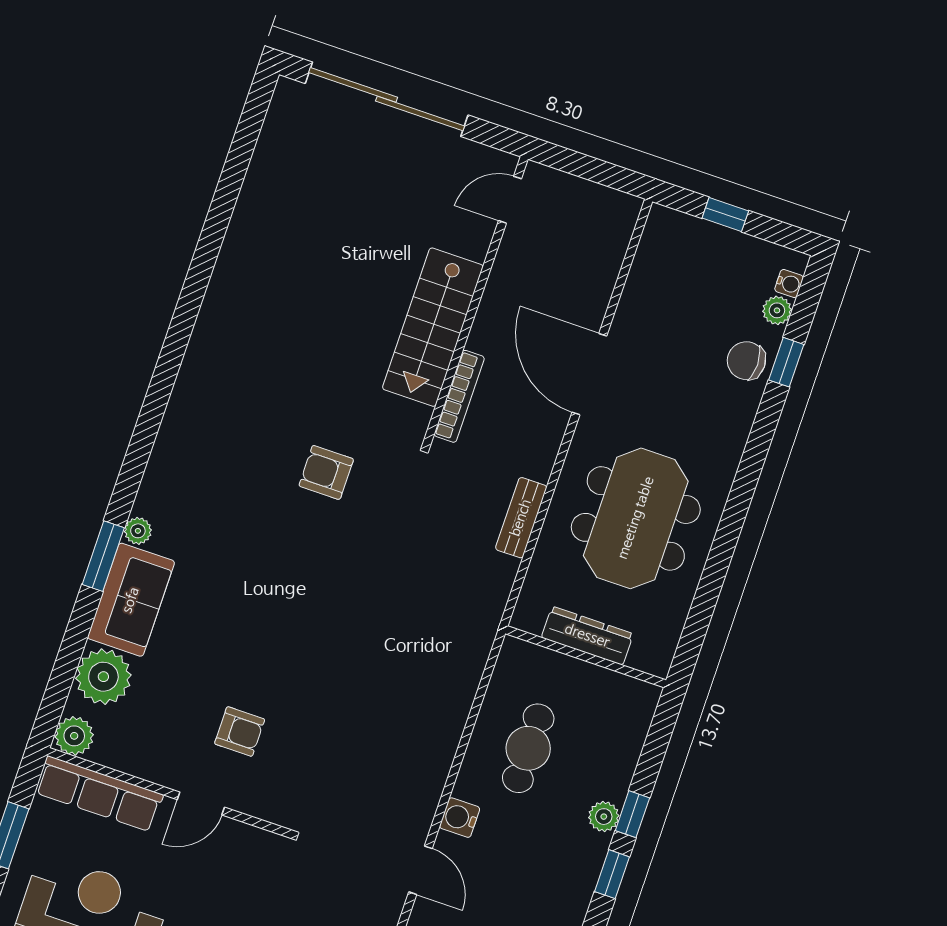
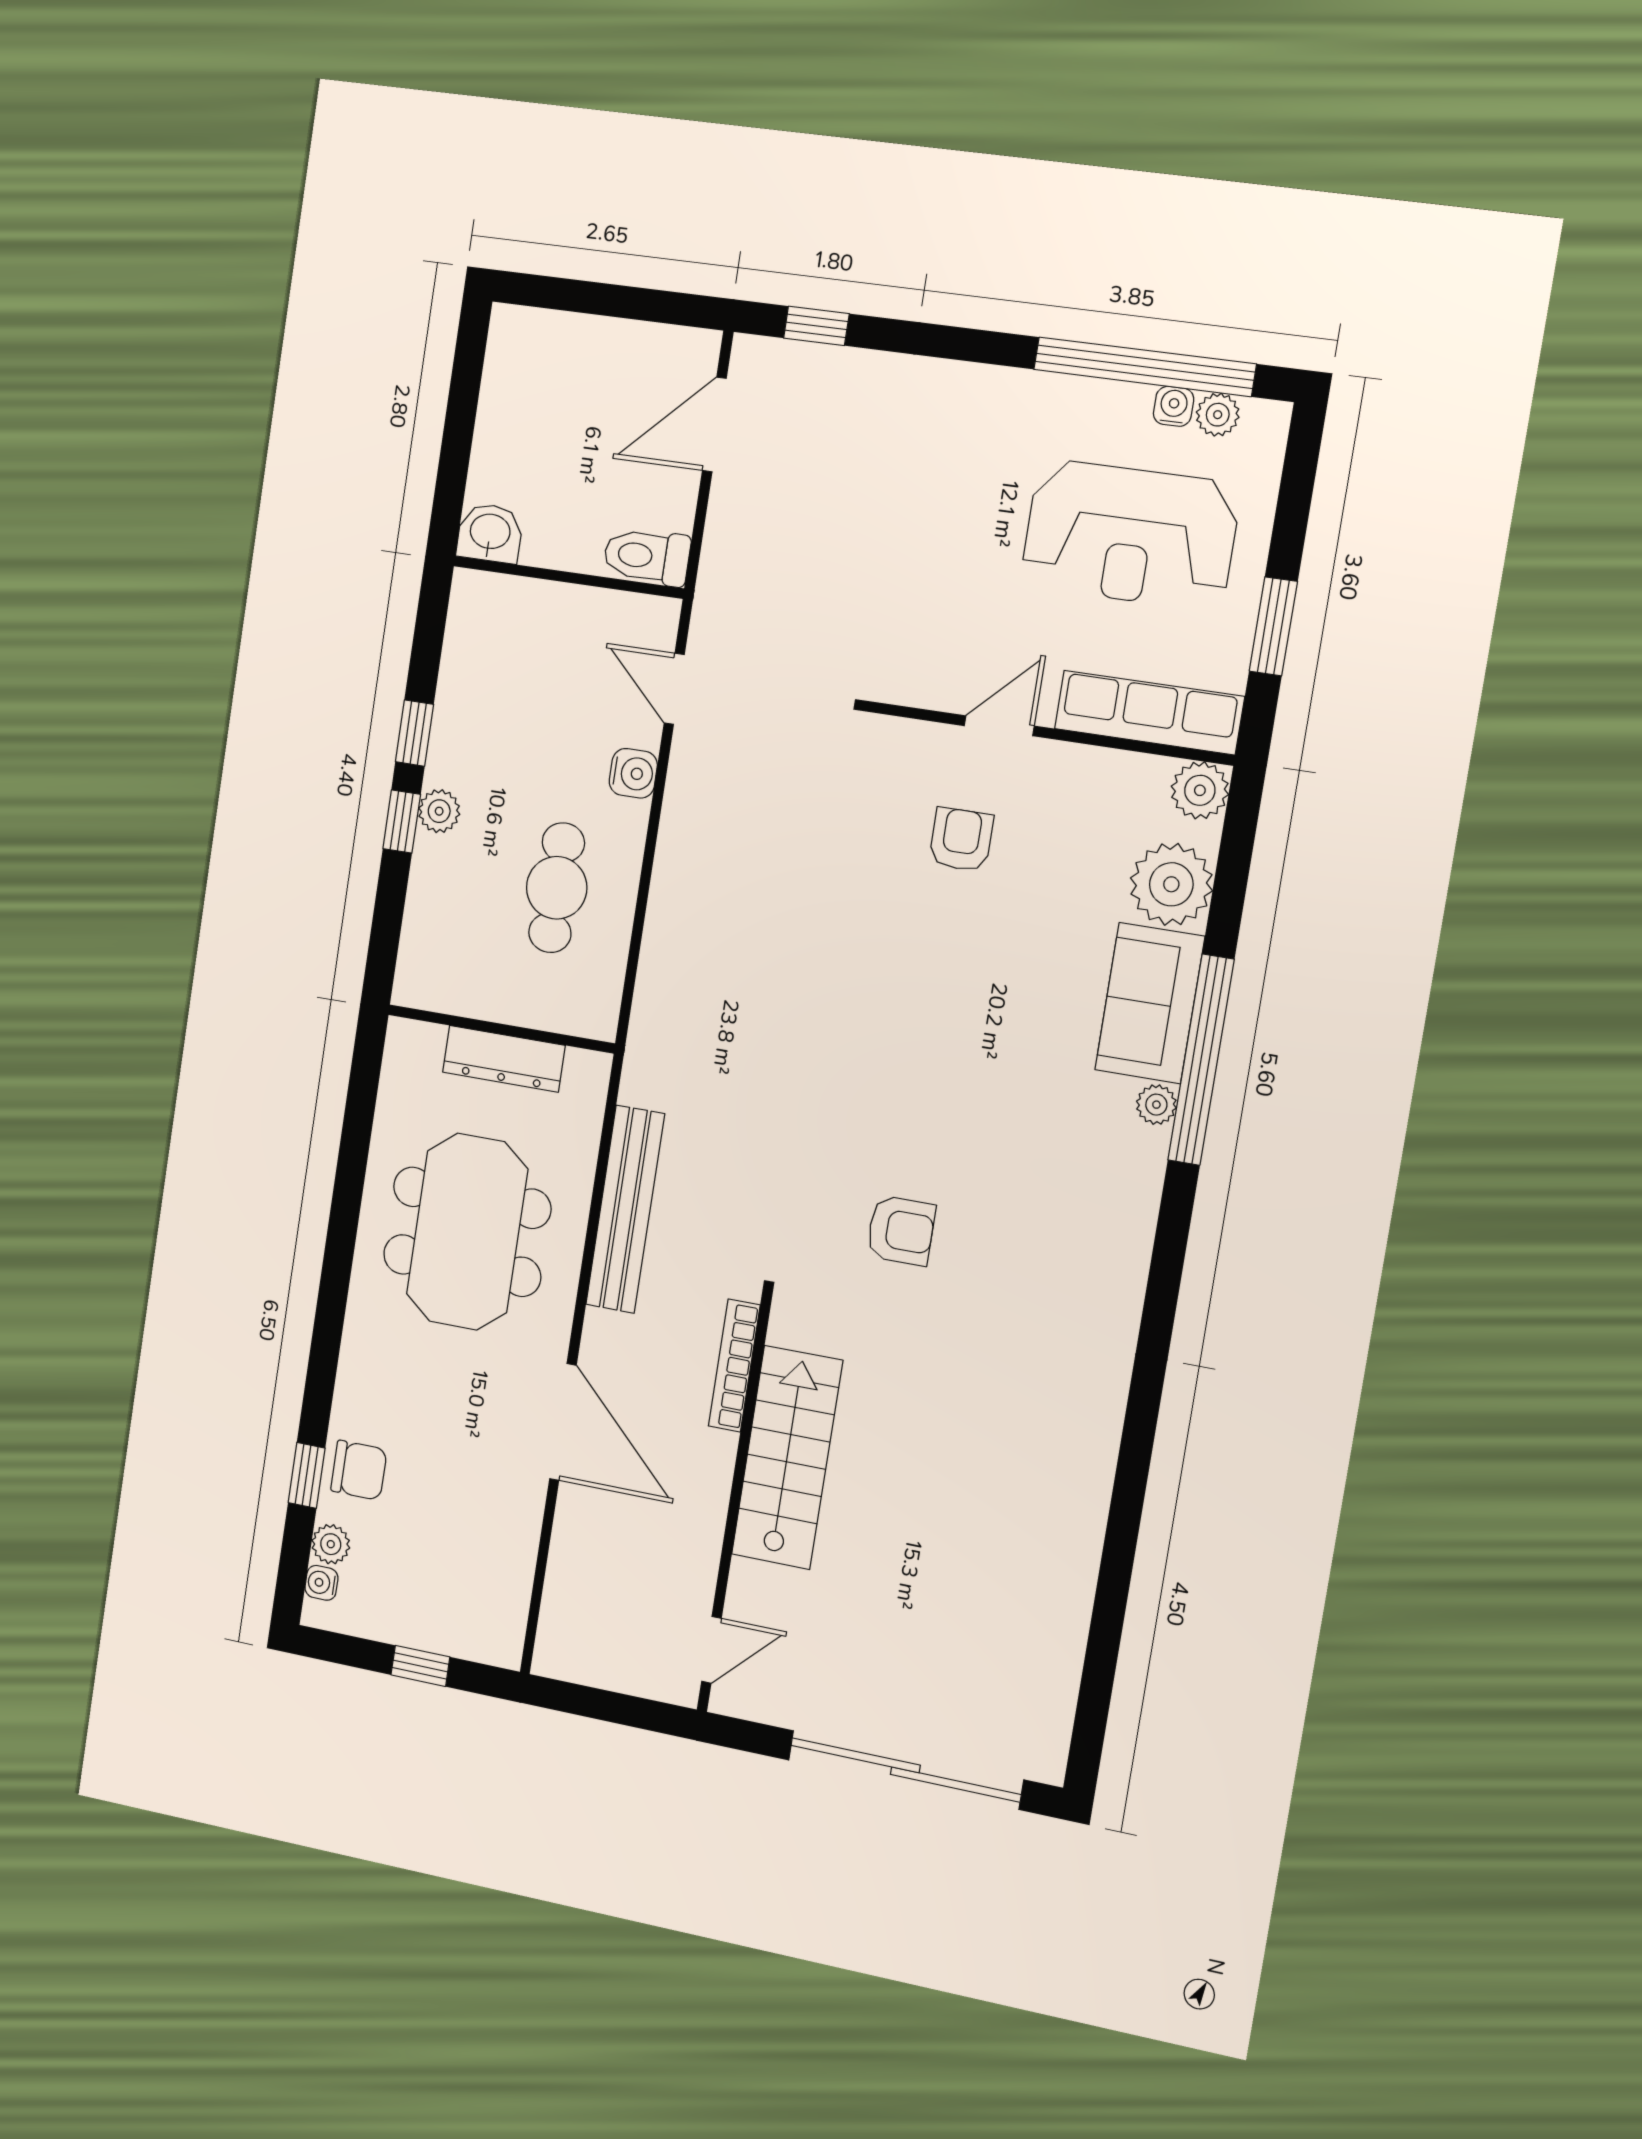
bench: (521, 518) -> (625, 1209), width x1.86, depth x1.21
window: (103, 556) -> (1201, 1060), width x2.11
armchair: (240, 731) -> (961, 840), turned 90

